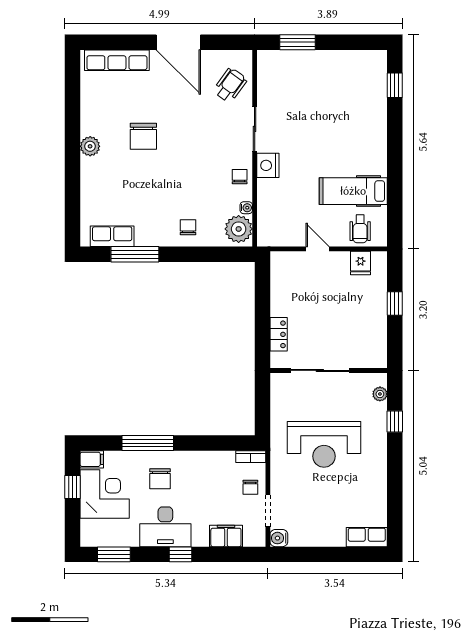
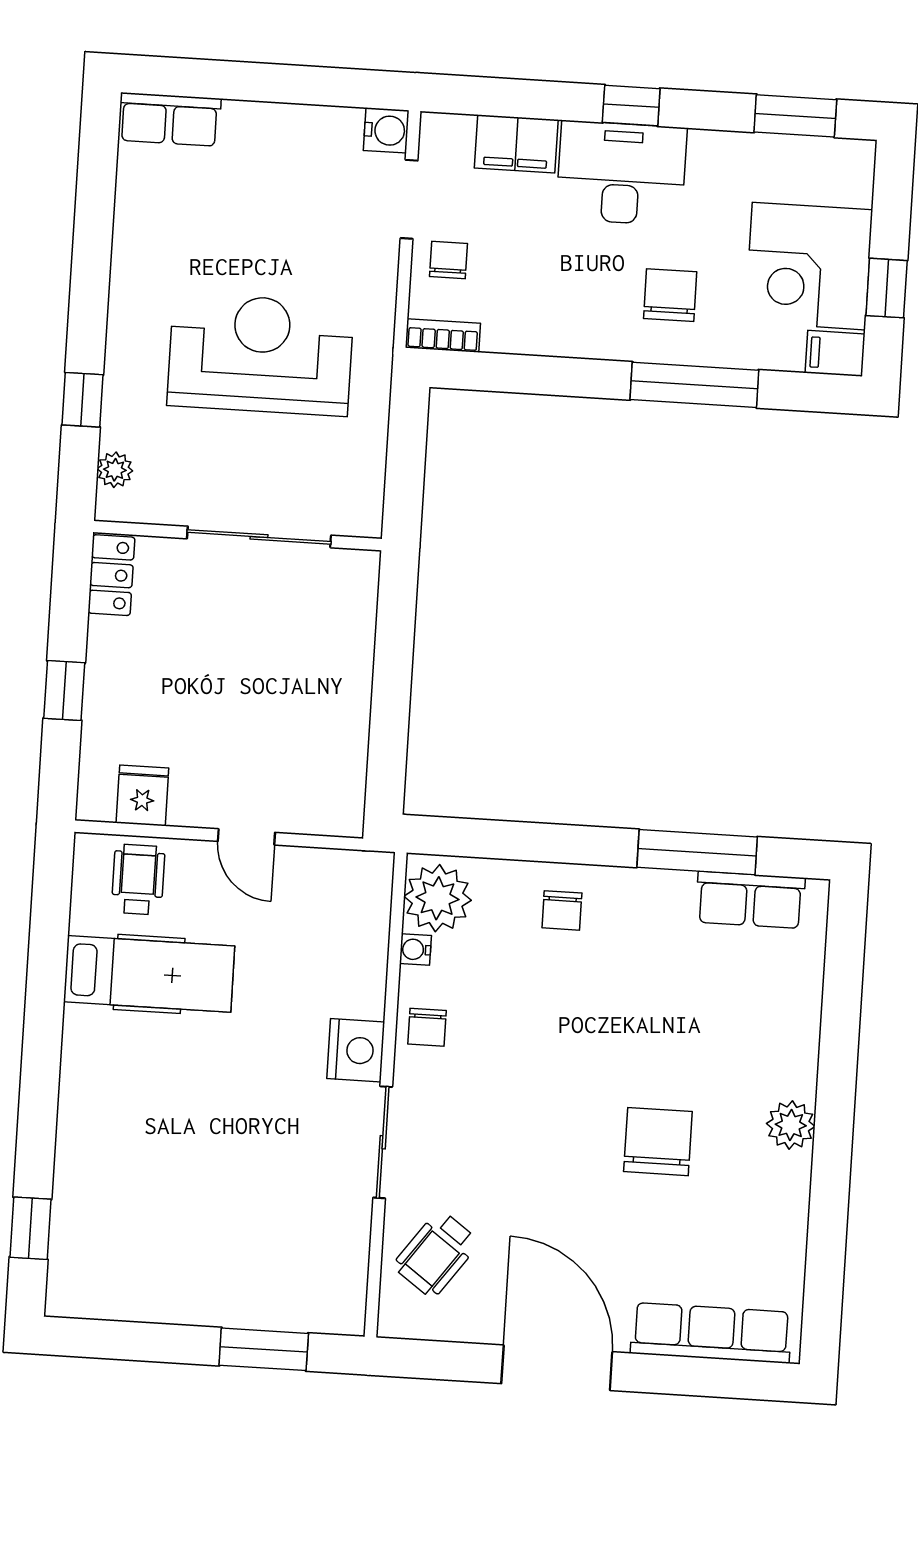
locker: (279, 334) -> (111, 575), moved, turned 180
desk: (165, 527) -> (621, 173), moved

